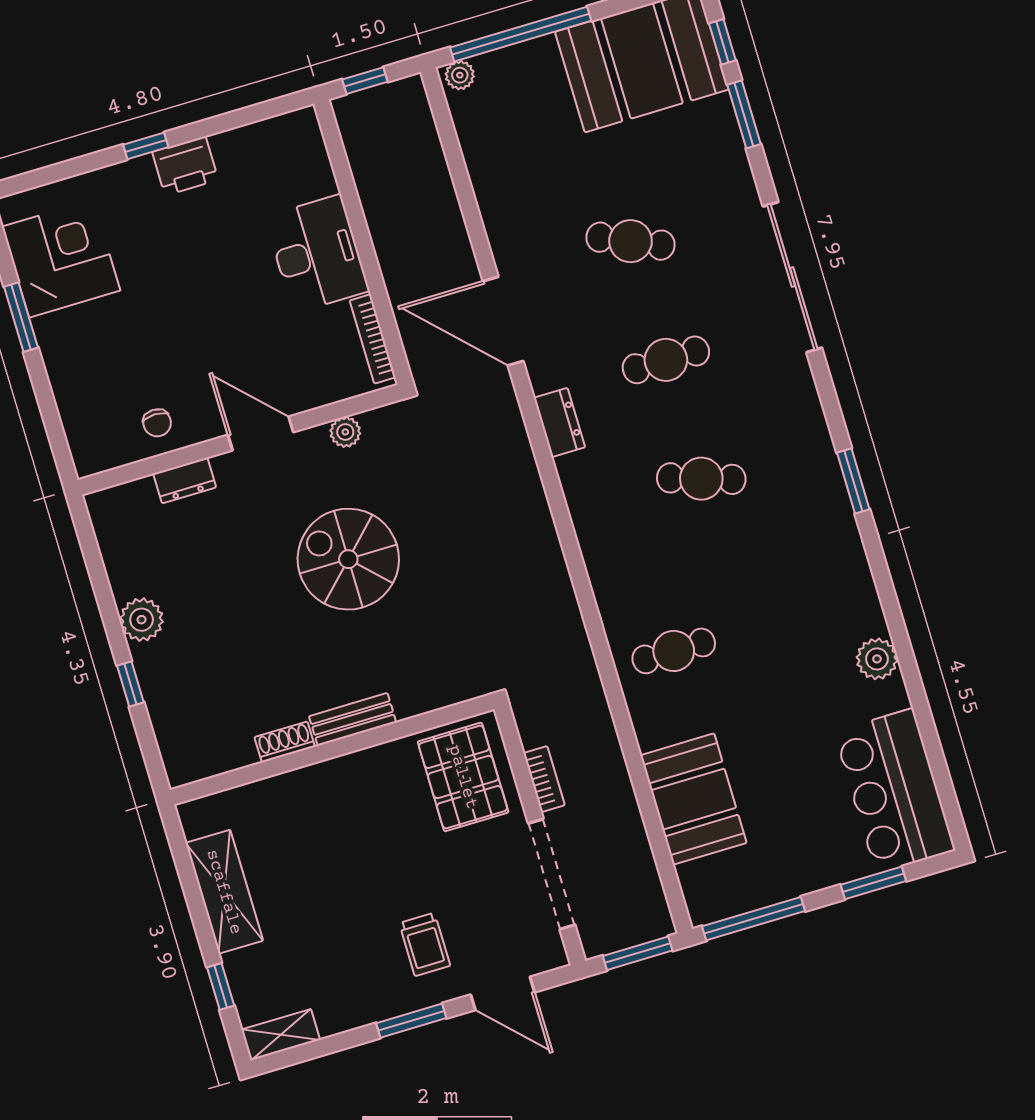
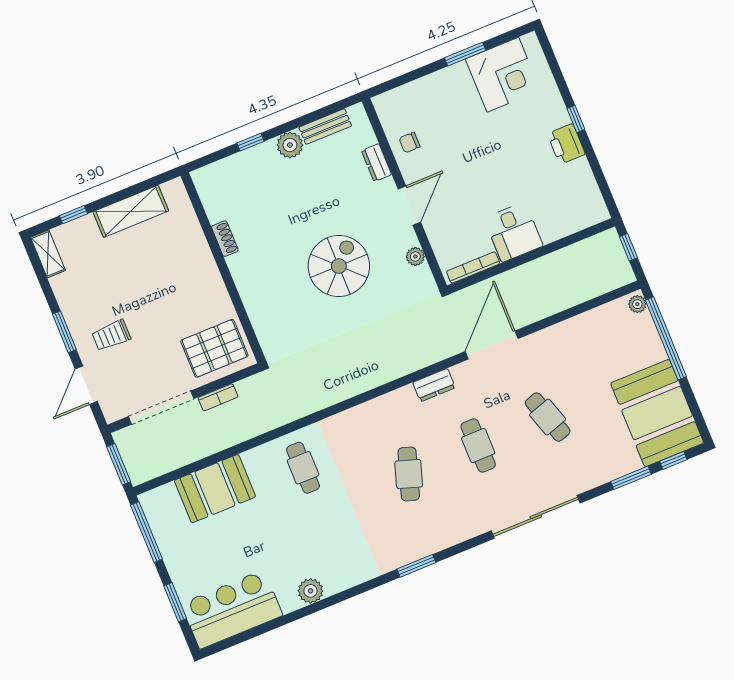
cafe table: (630, 241) -> (548, 417), turned -42
desk: (317, 254) -> (513, 232), width x0.73
bench: (353, 719) -> (325, 127), moved, turned 90

